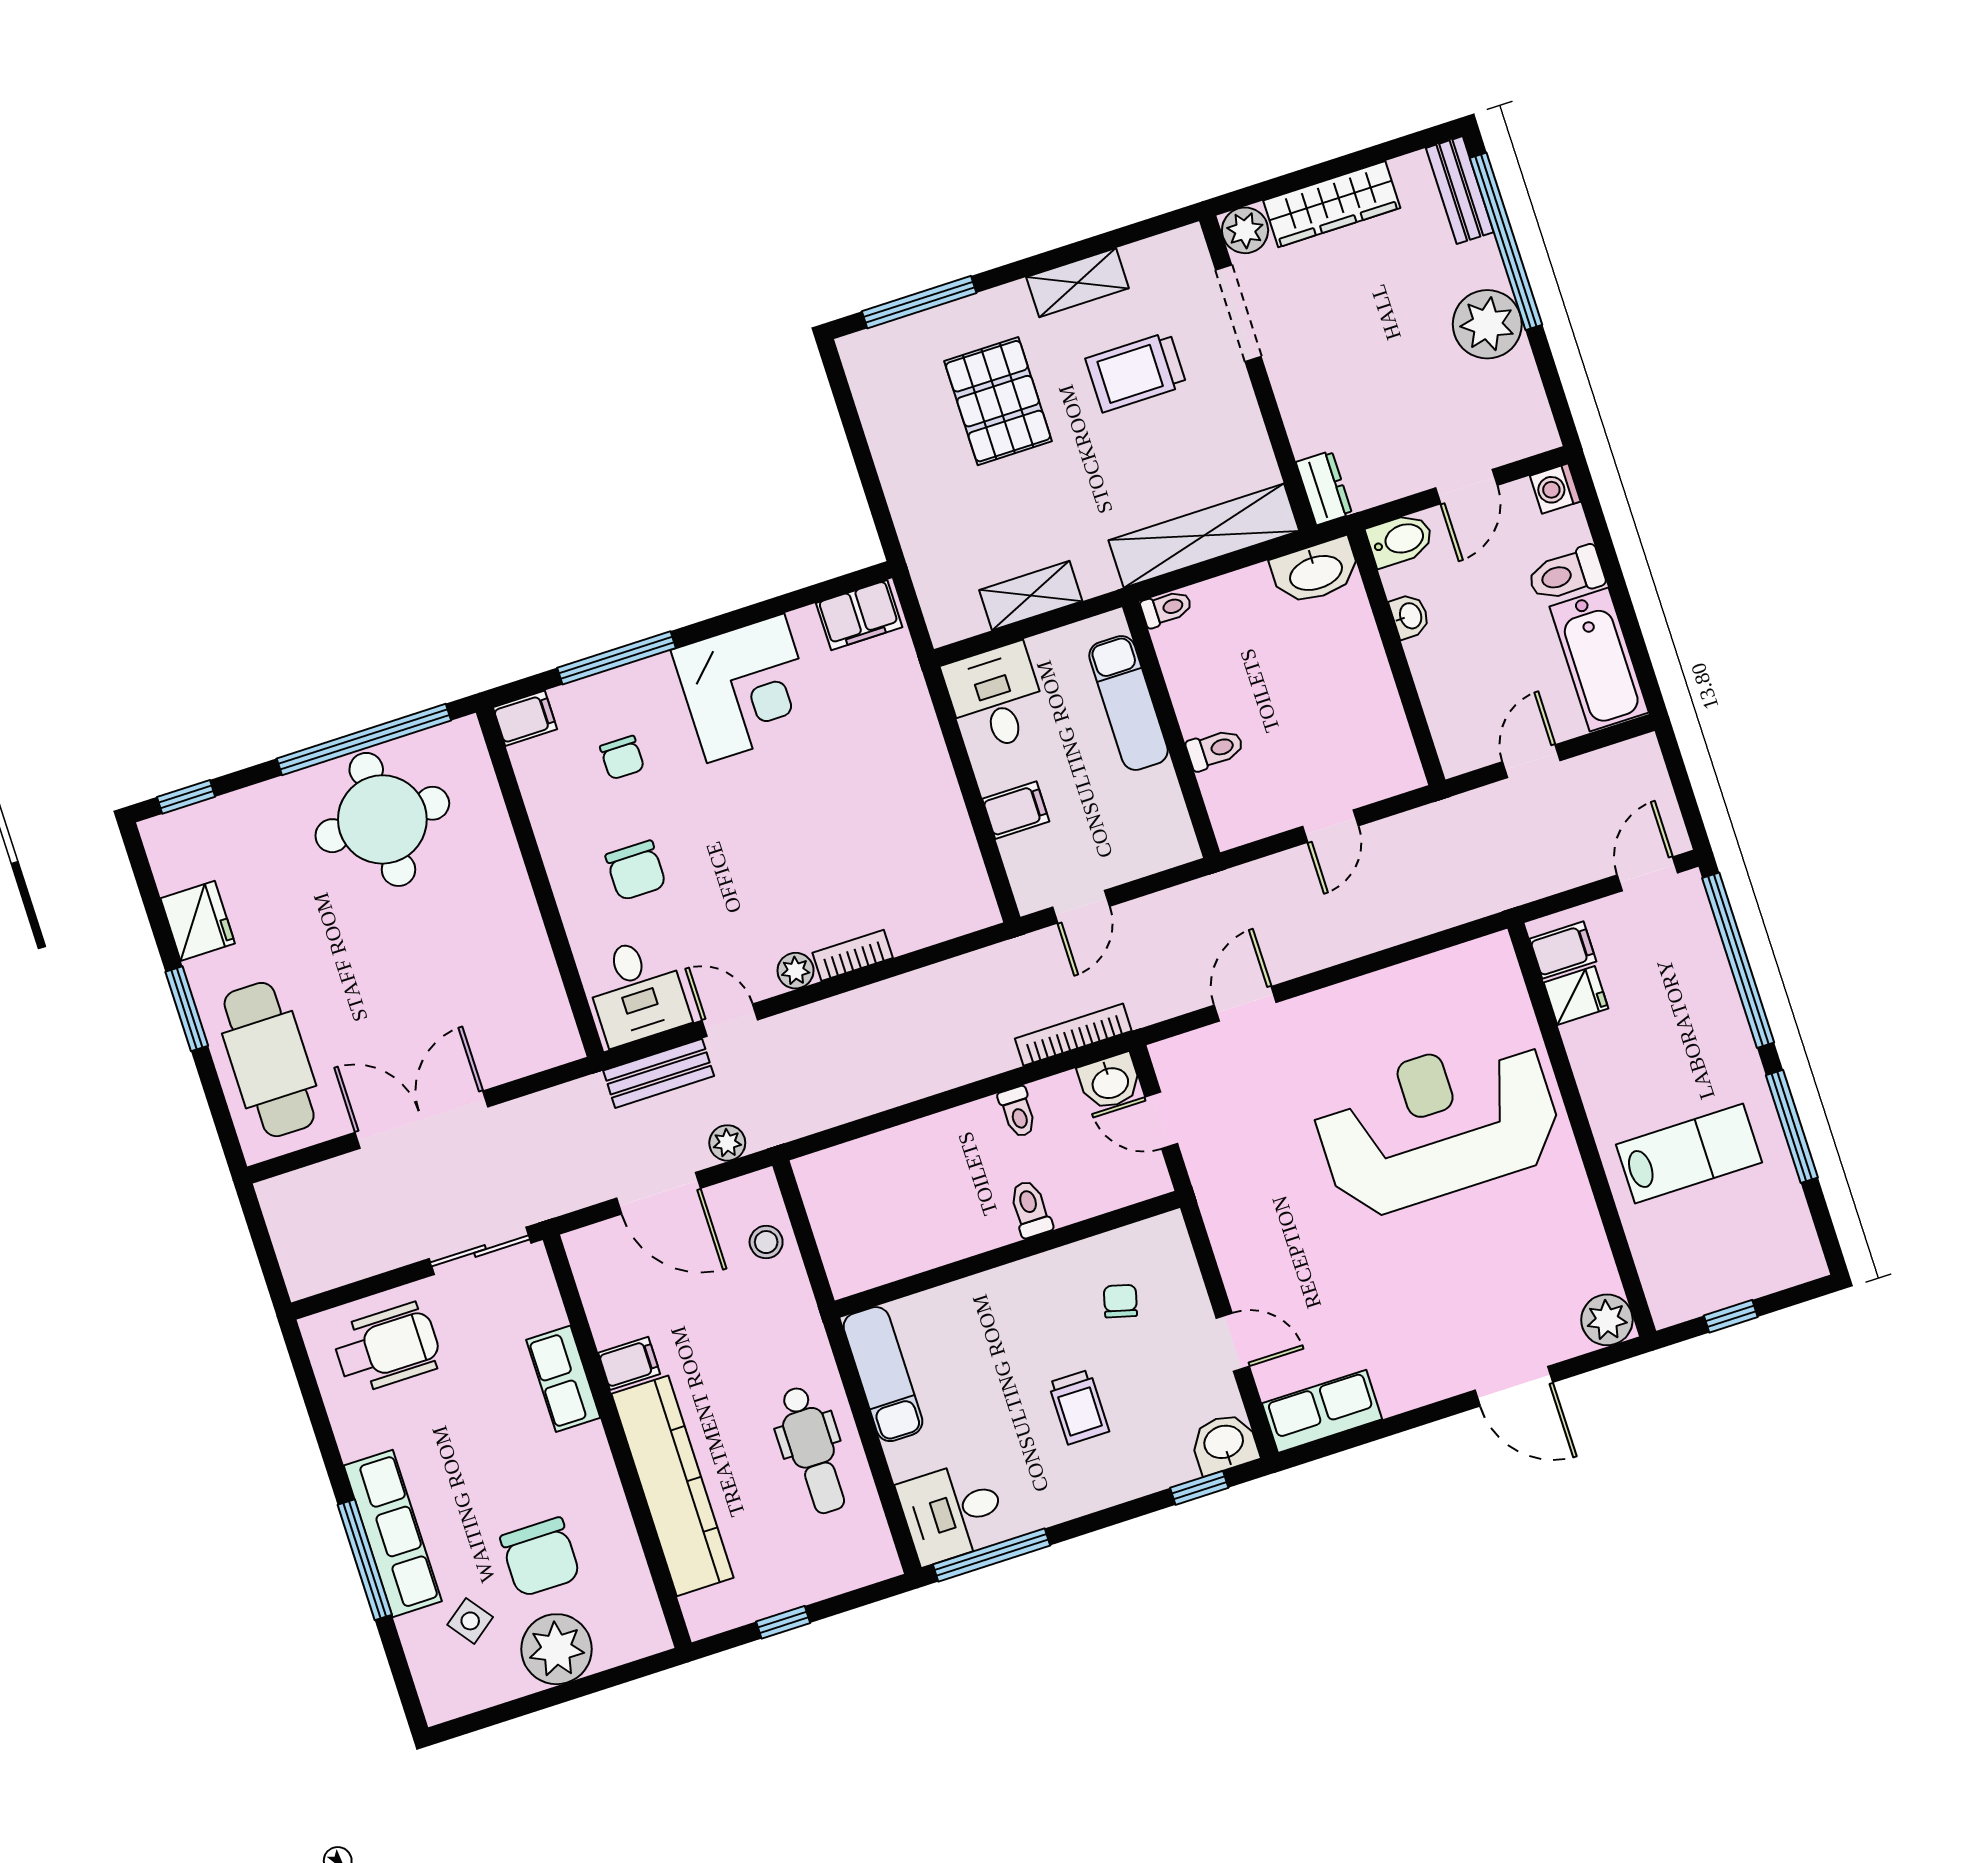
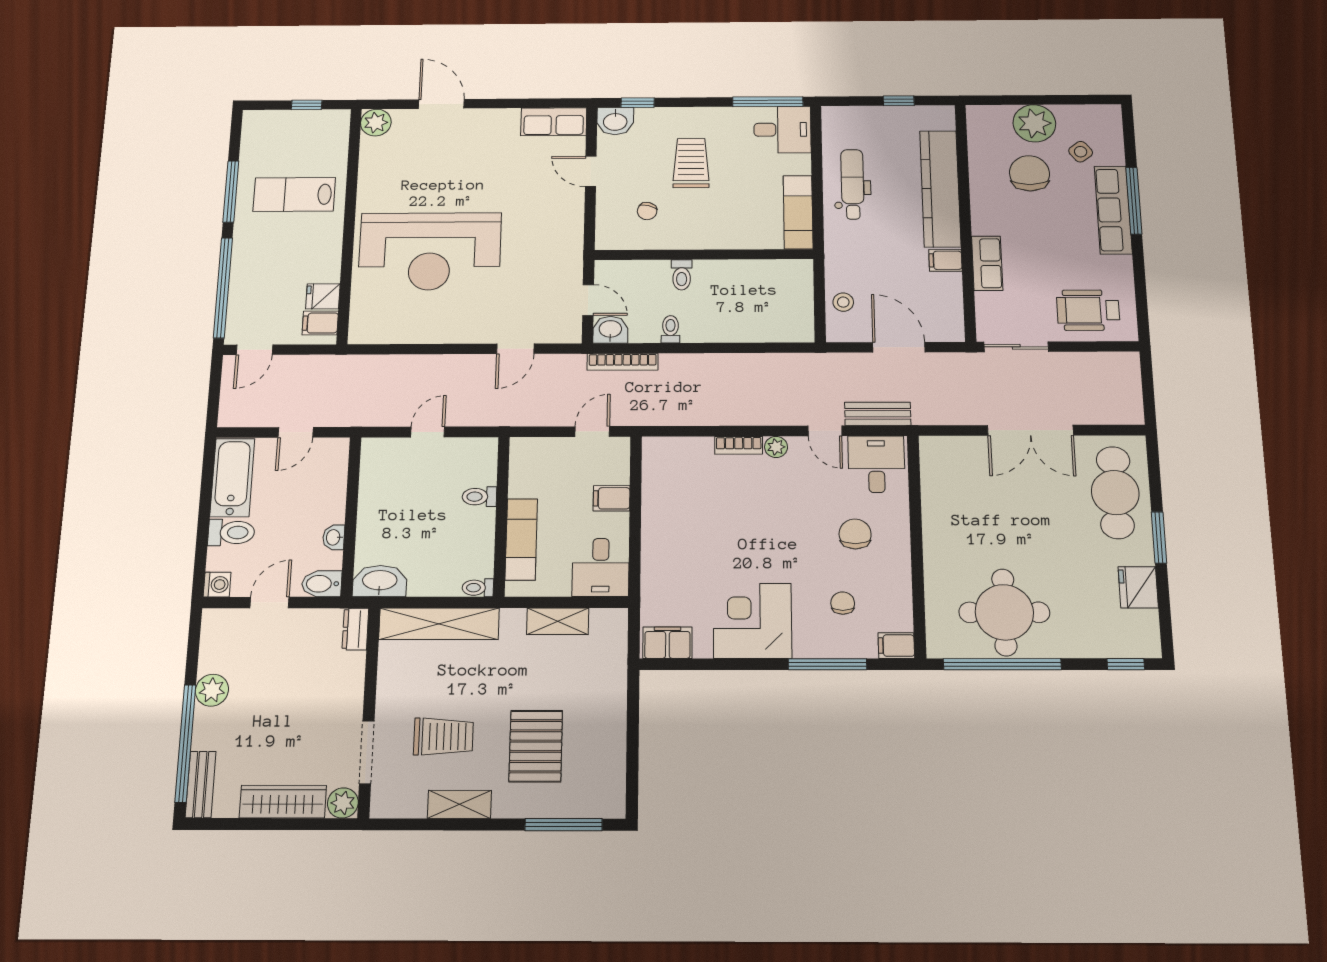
plant: (1487, 324) -> (212, 690), width x0.73, depth x0.73
plant: (727, 1143) -> (849, 363), removed
trolley: (1079, 1407) -> (691, 163), width x1.36, depth x1.39

